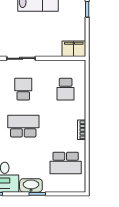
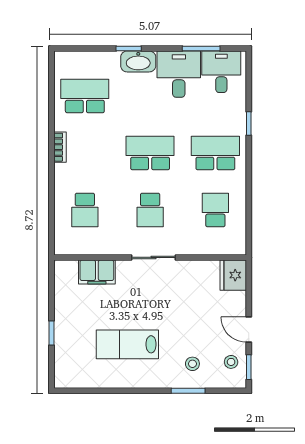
filing cabinet: (74, 49) -> (97, 272), moved
school desk: (66, 89) -> (85, 210), turned 180
school desk: (23, 126) -> (150, 153), turned 180

